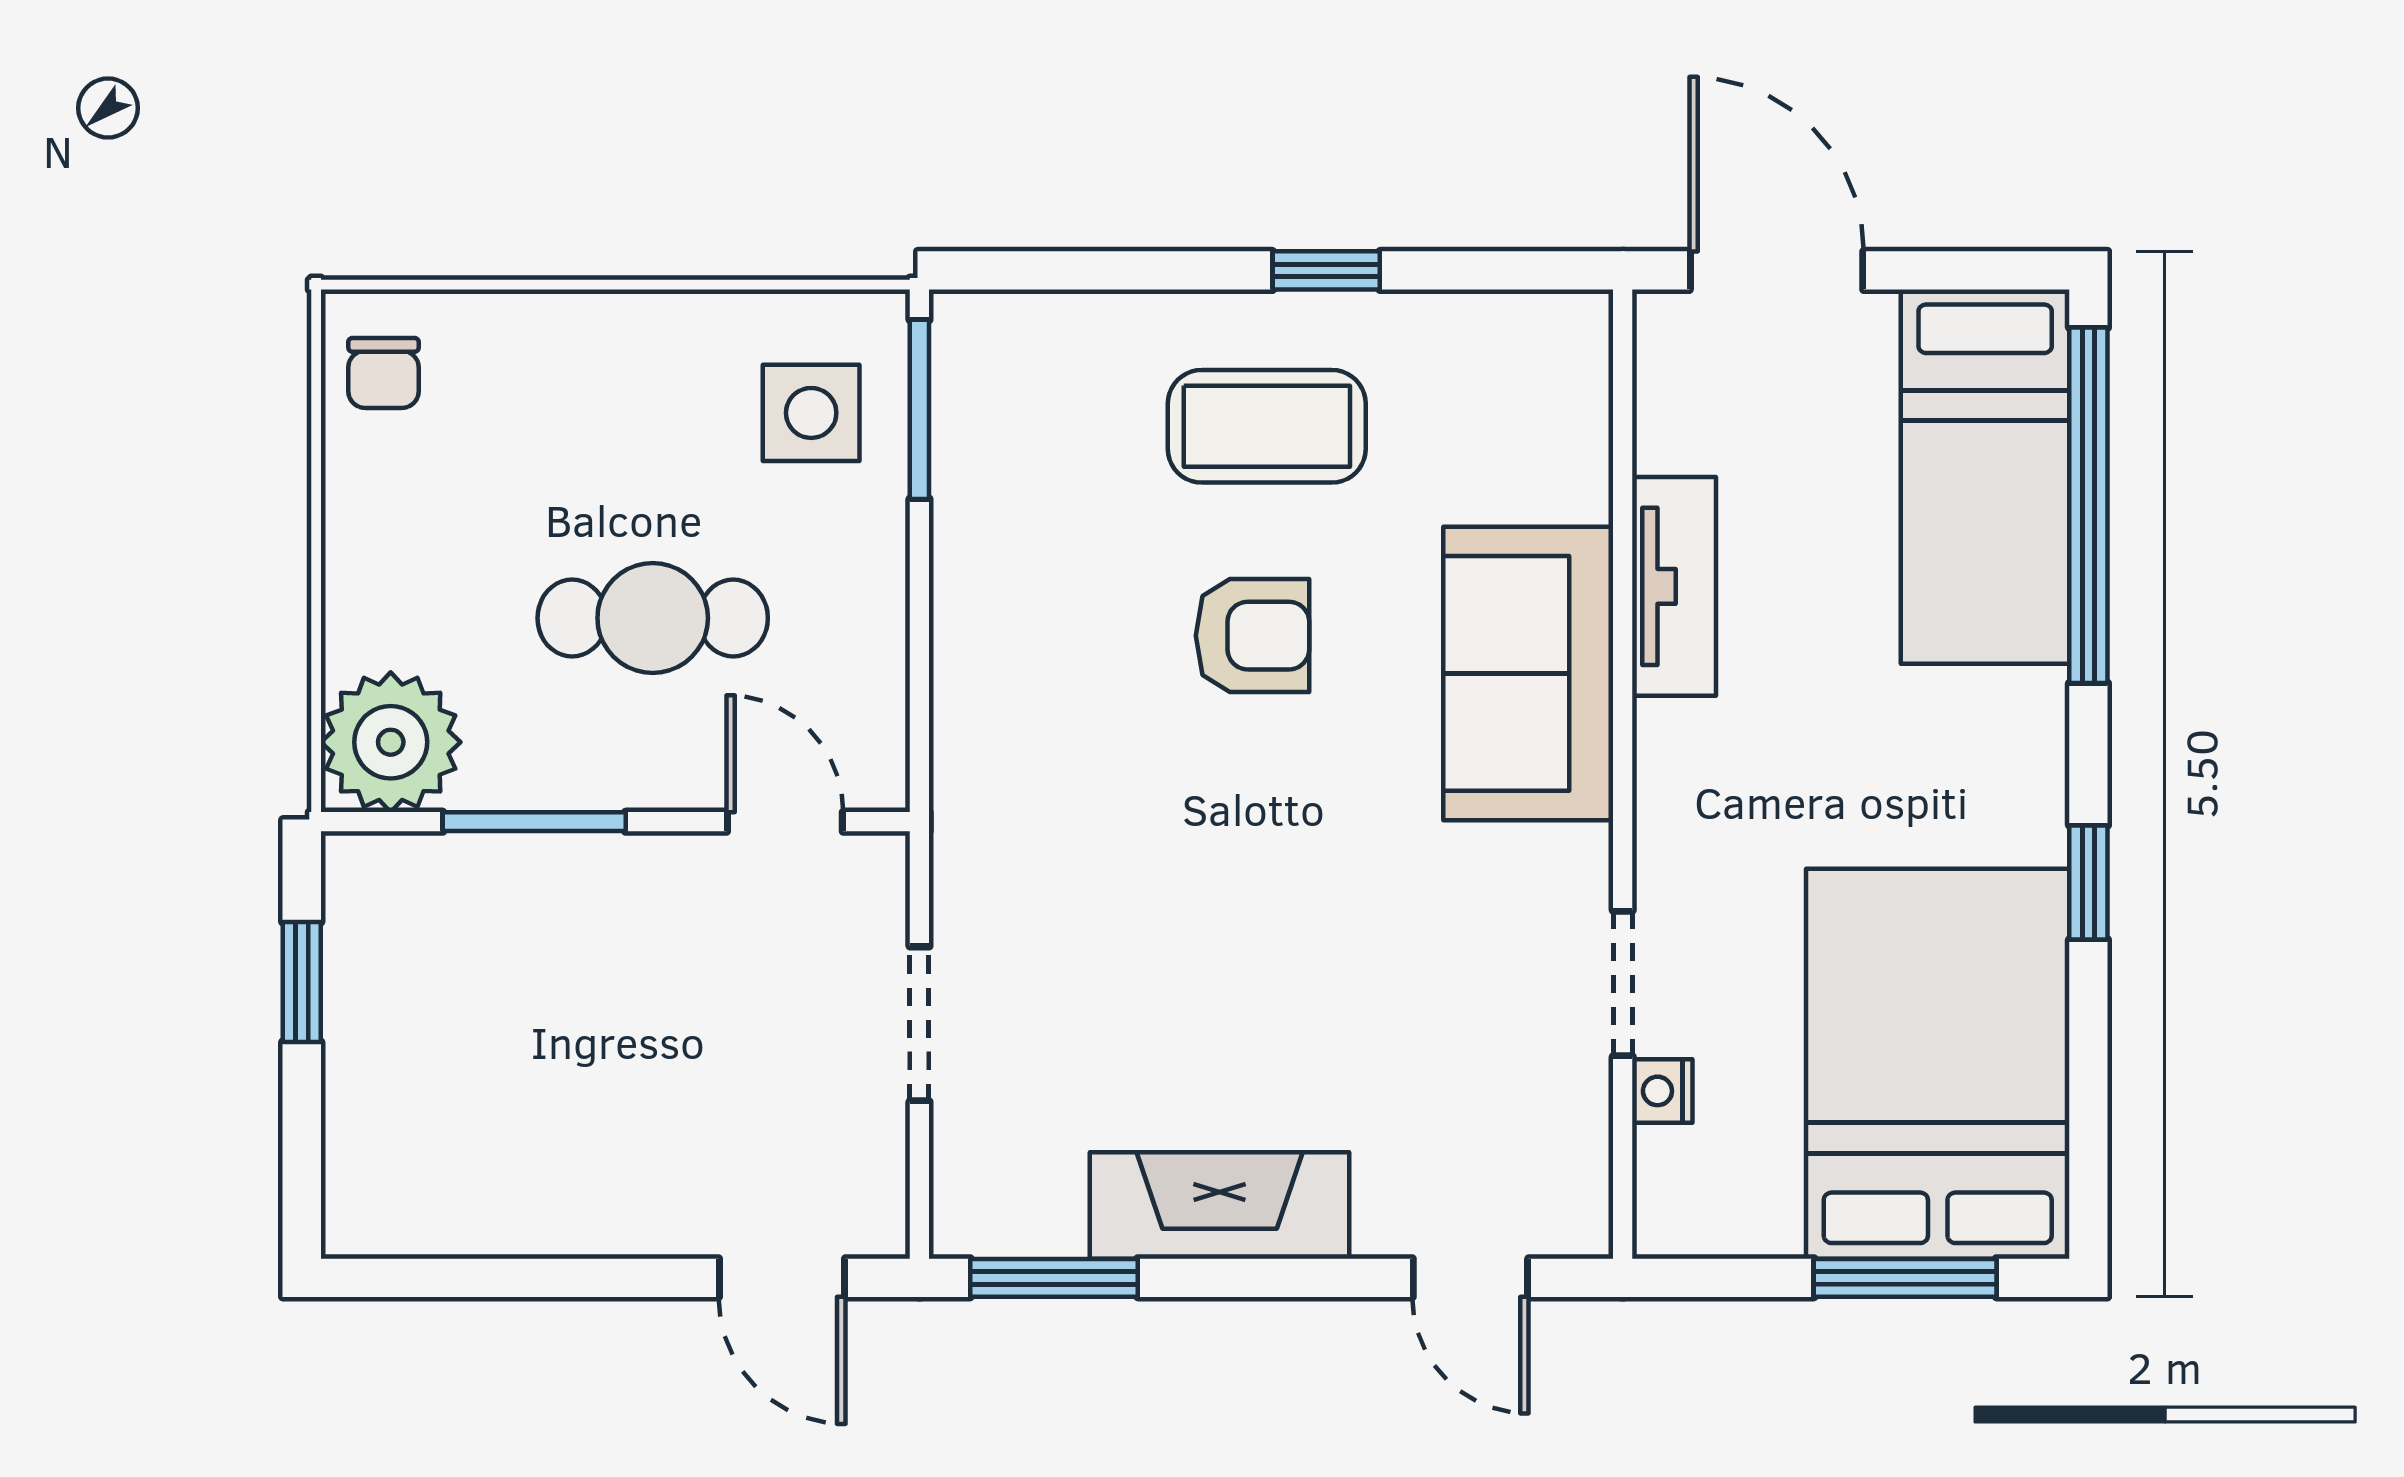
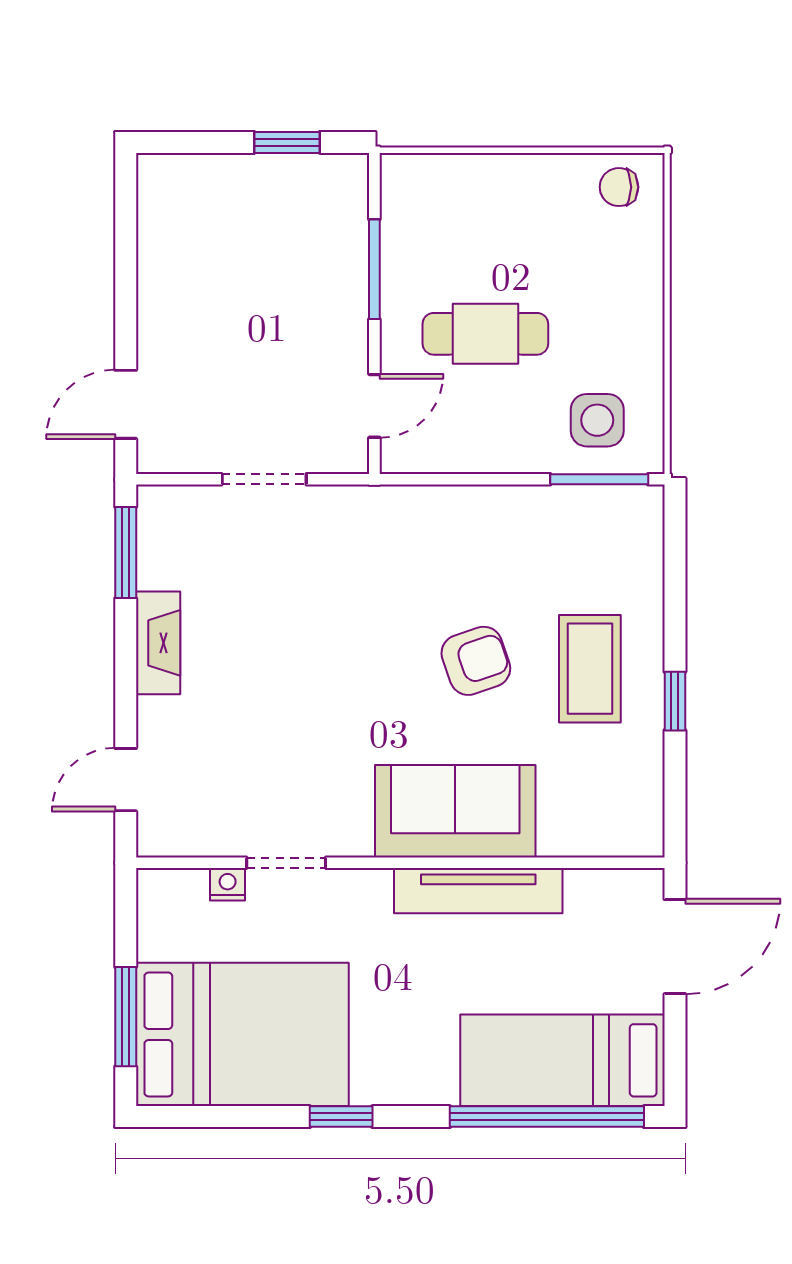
tv unit: (1674, 586) -> (478, 891), width x1.41
cafe table: (653, 618) -> (485, 334), turned 90
armchair: (1253, 636) -> (476, 661), turned -109
plant: (391, 742) -> (418, 191), removed
fireplace: (1220, 1205) -> (158, 643), width x0.73, depth x0.76

